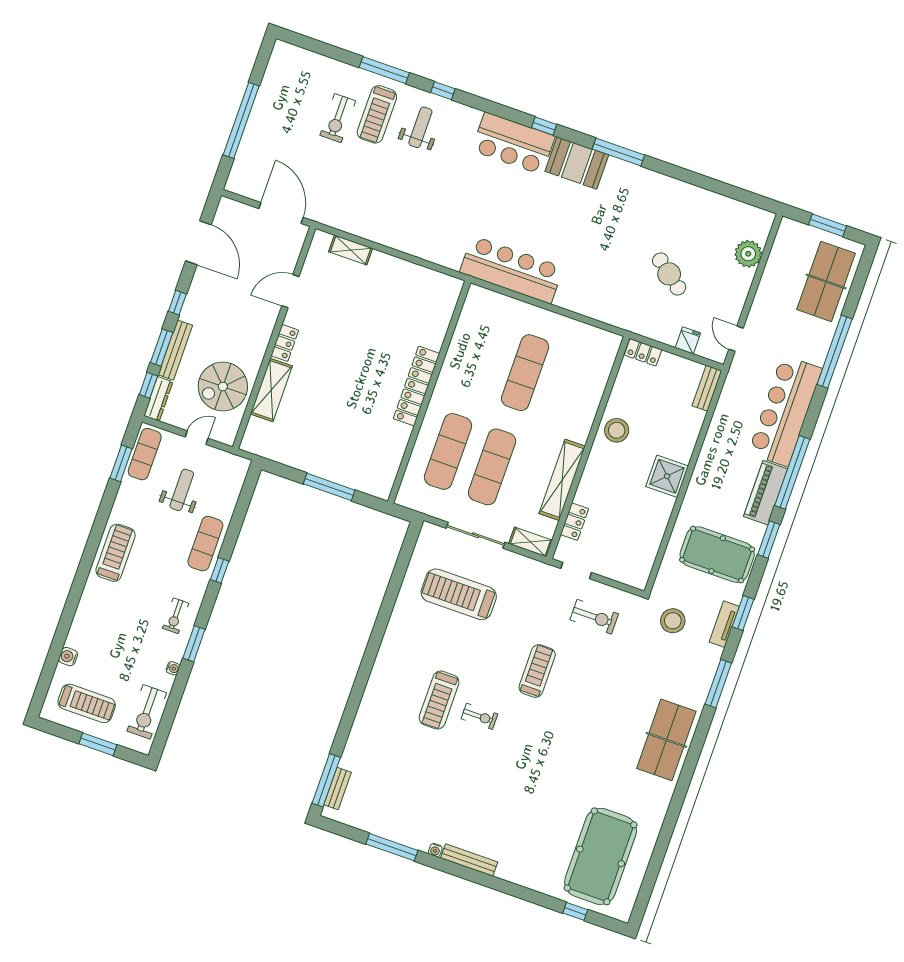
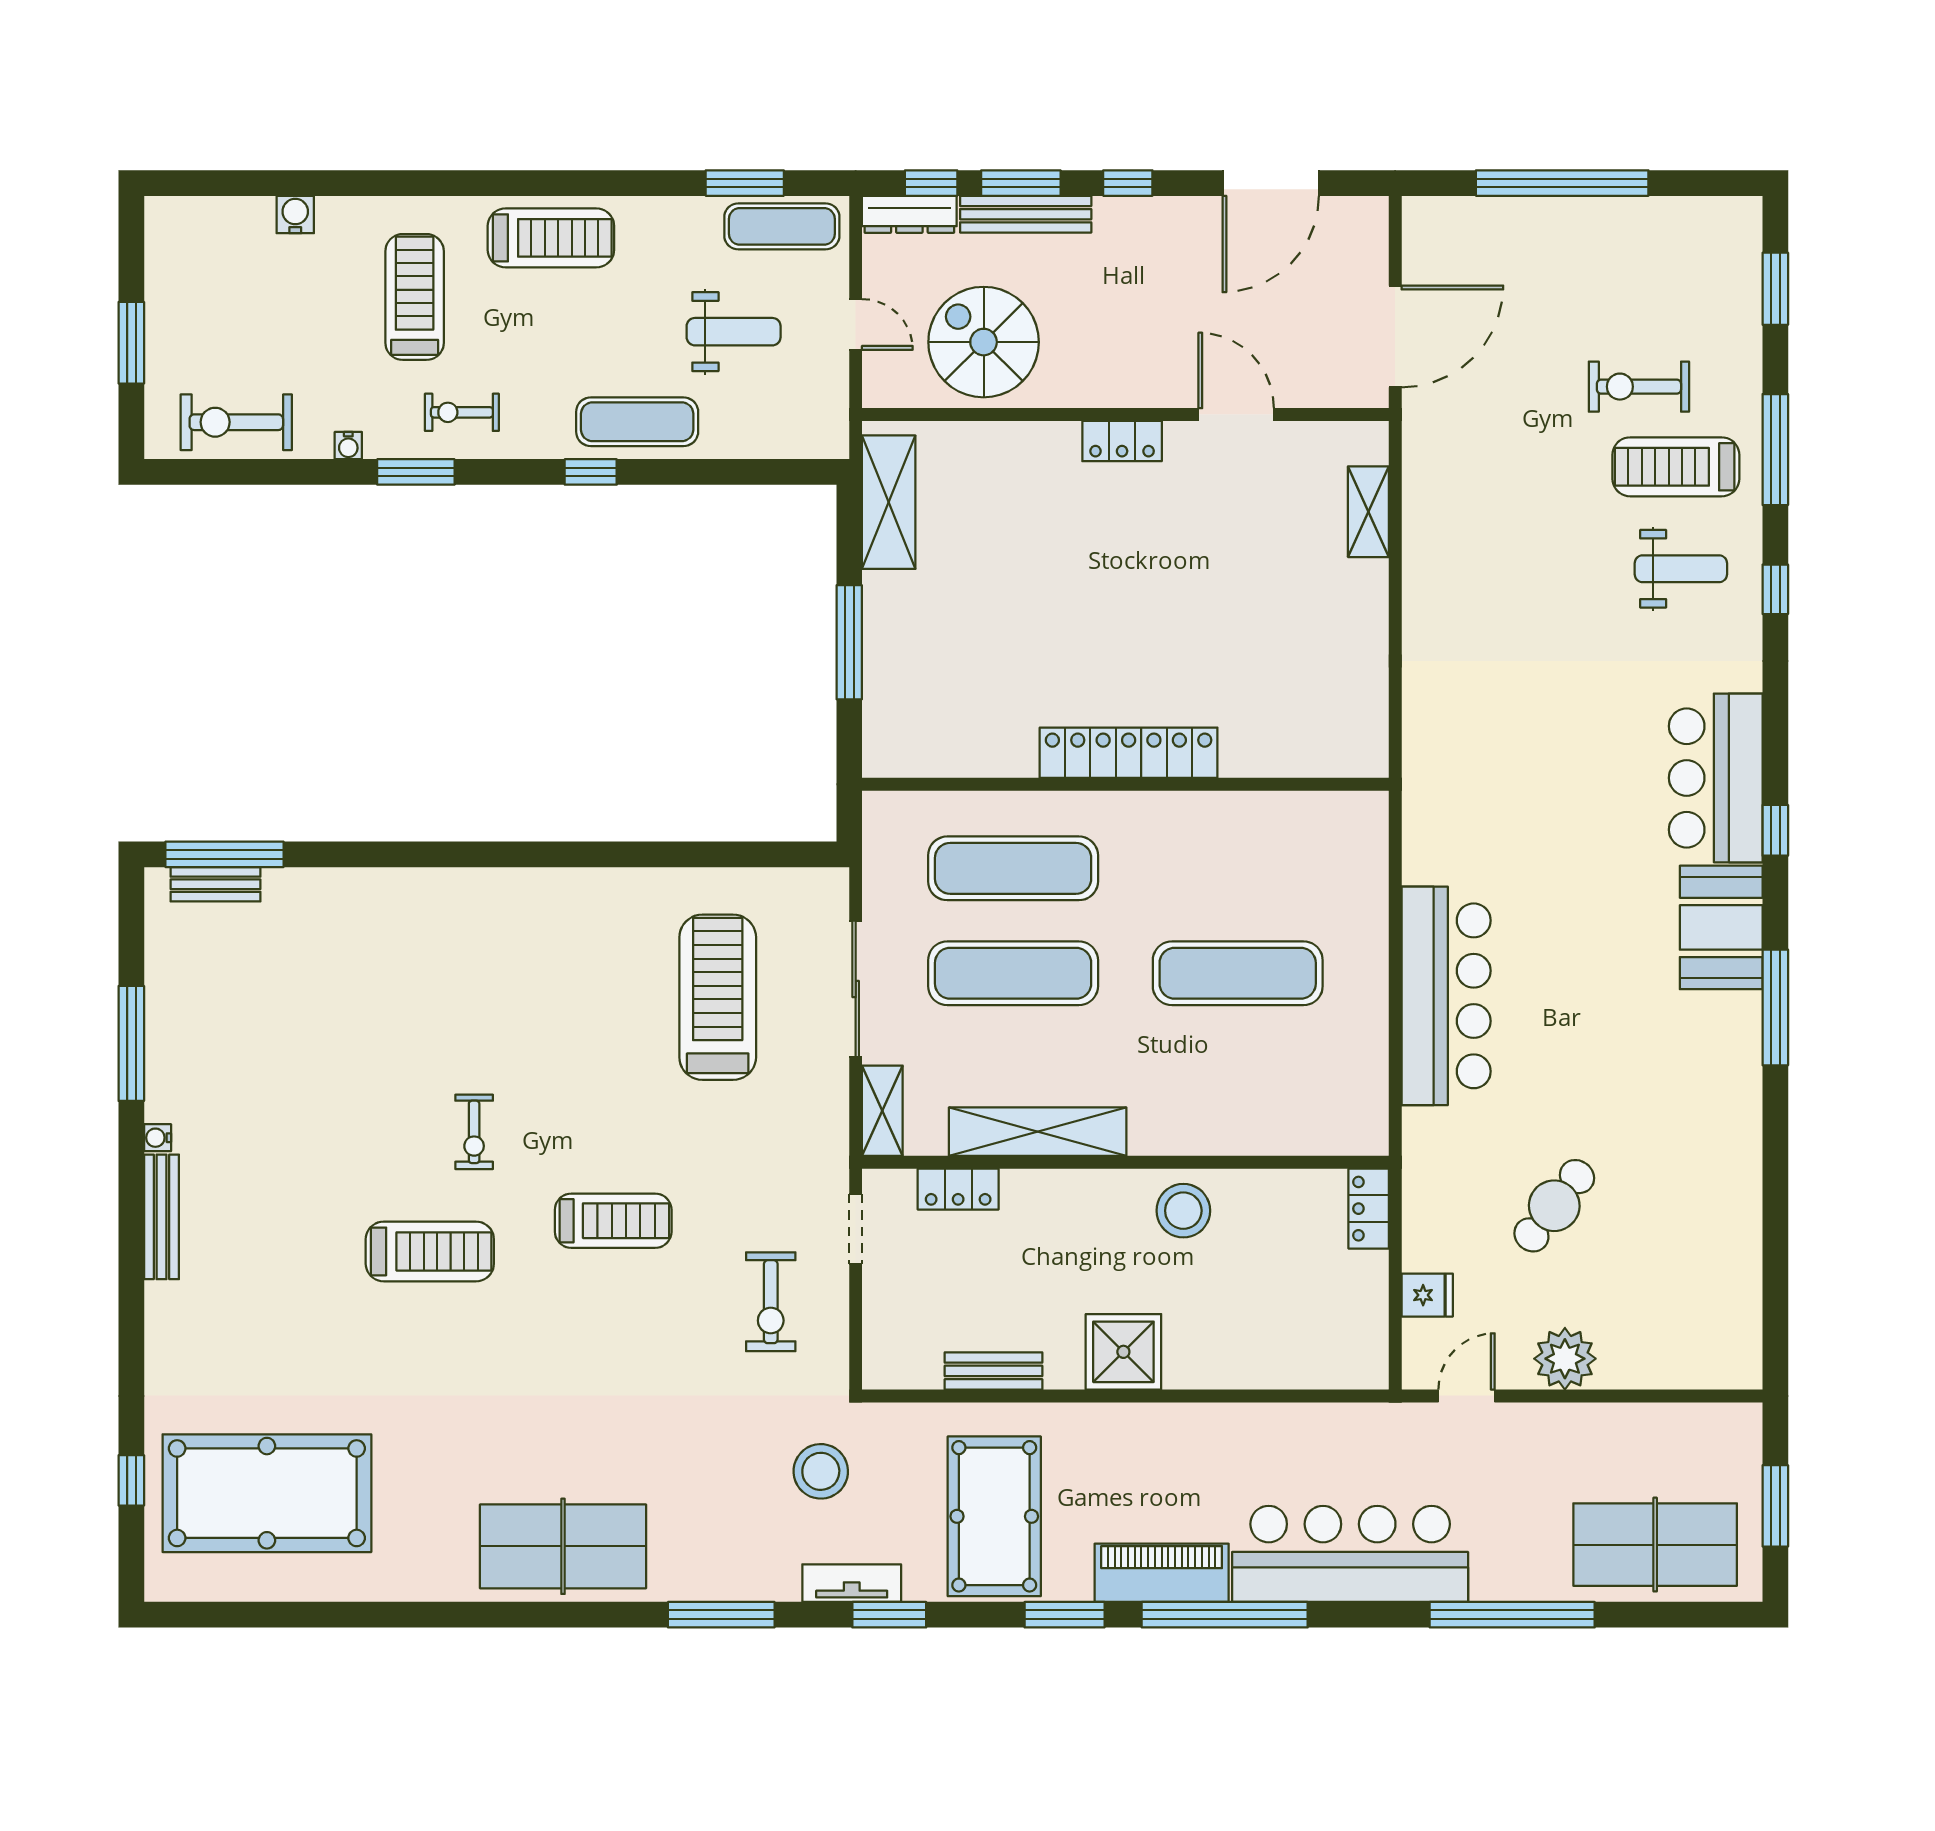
window: (317, 46) -> (1775, 289), added
plant: (748, 254) -> (1565, 1359), moved
bar counter: (511, 270) -> (1446, 996), moved
bench: (707, 388) -> (993, 1371), moved
shelving: (271, 390) -> (889, 502), moved, turned 90
treadmill: (439, 700) -> (430, 1251), moved, turned 180
treadmill: (87, 703) -> (415, 297), moved, turned 180

